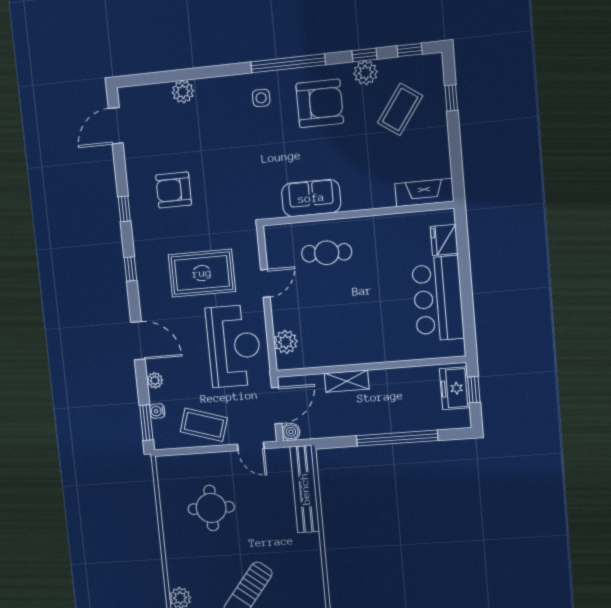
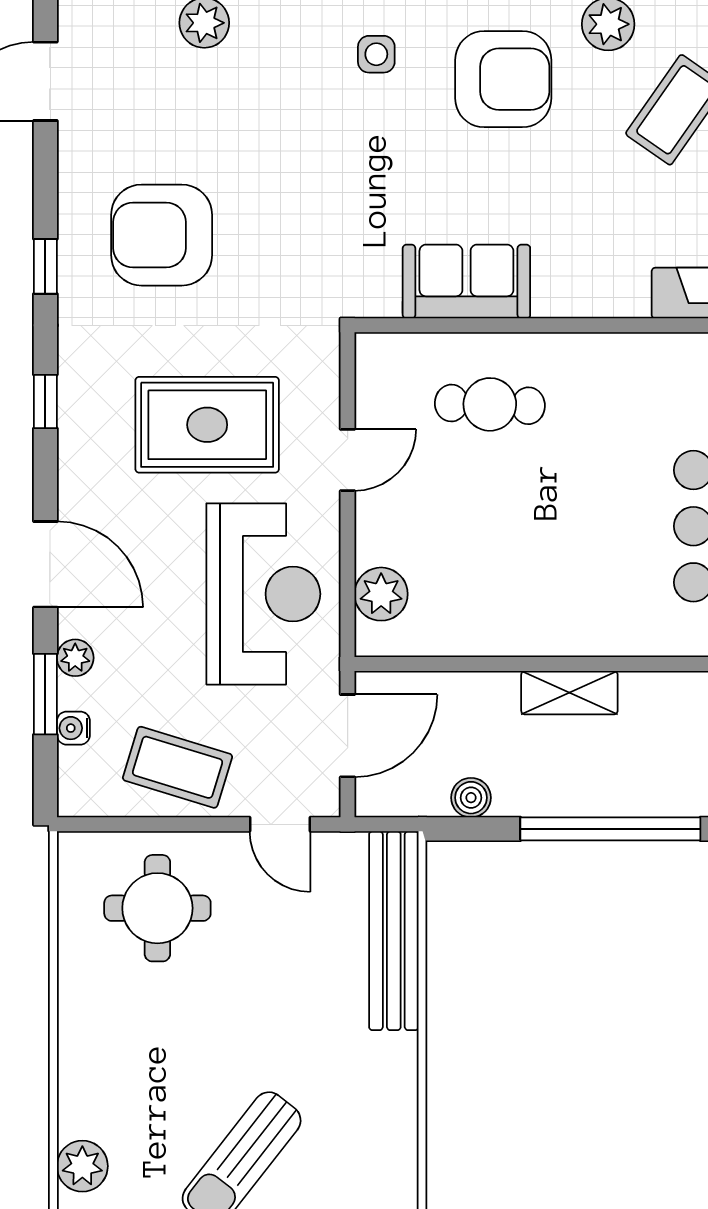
armchair: (174, 190) -> (162, 235), width x1.36, depth x1.36
shelving: (347, 381) -> (569, 693), moved
window: (146, 423) -> (45, 694), moved
boiler: (291, 432) -> (471, 798), moved
round table: (211, 508) -> (157, 908), moved

